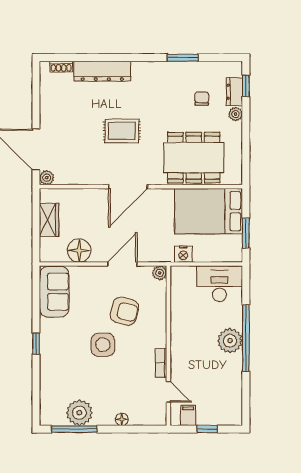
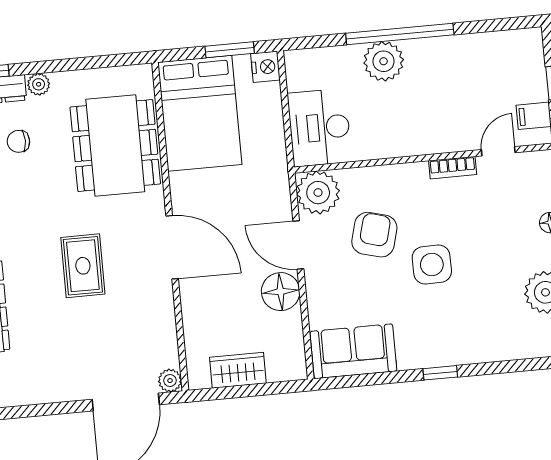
floor lamp: (79, 251) -> (281, 292), moved
nightstand: (183, 254) -> (265, 67), moved
plant: (160, 273) -> (318, 193), width x1.87, depth x1.87
desk: (219, 284) -> (320, 128), moved
plant: (230, 341) -> (384, 61), moved

